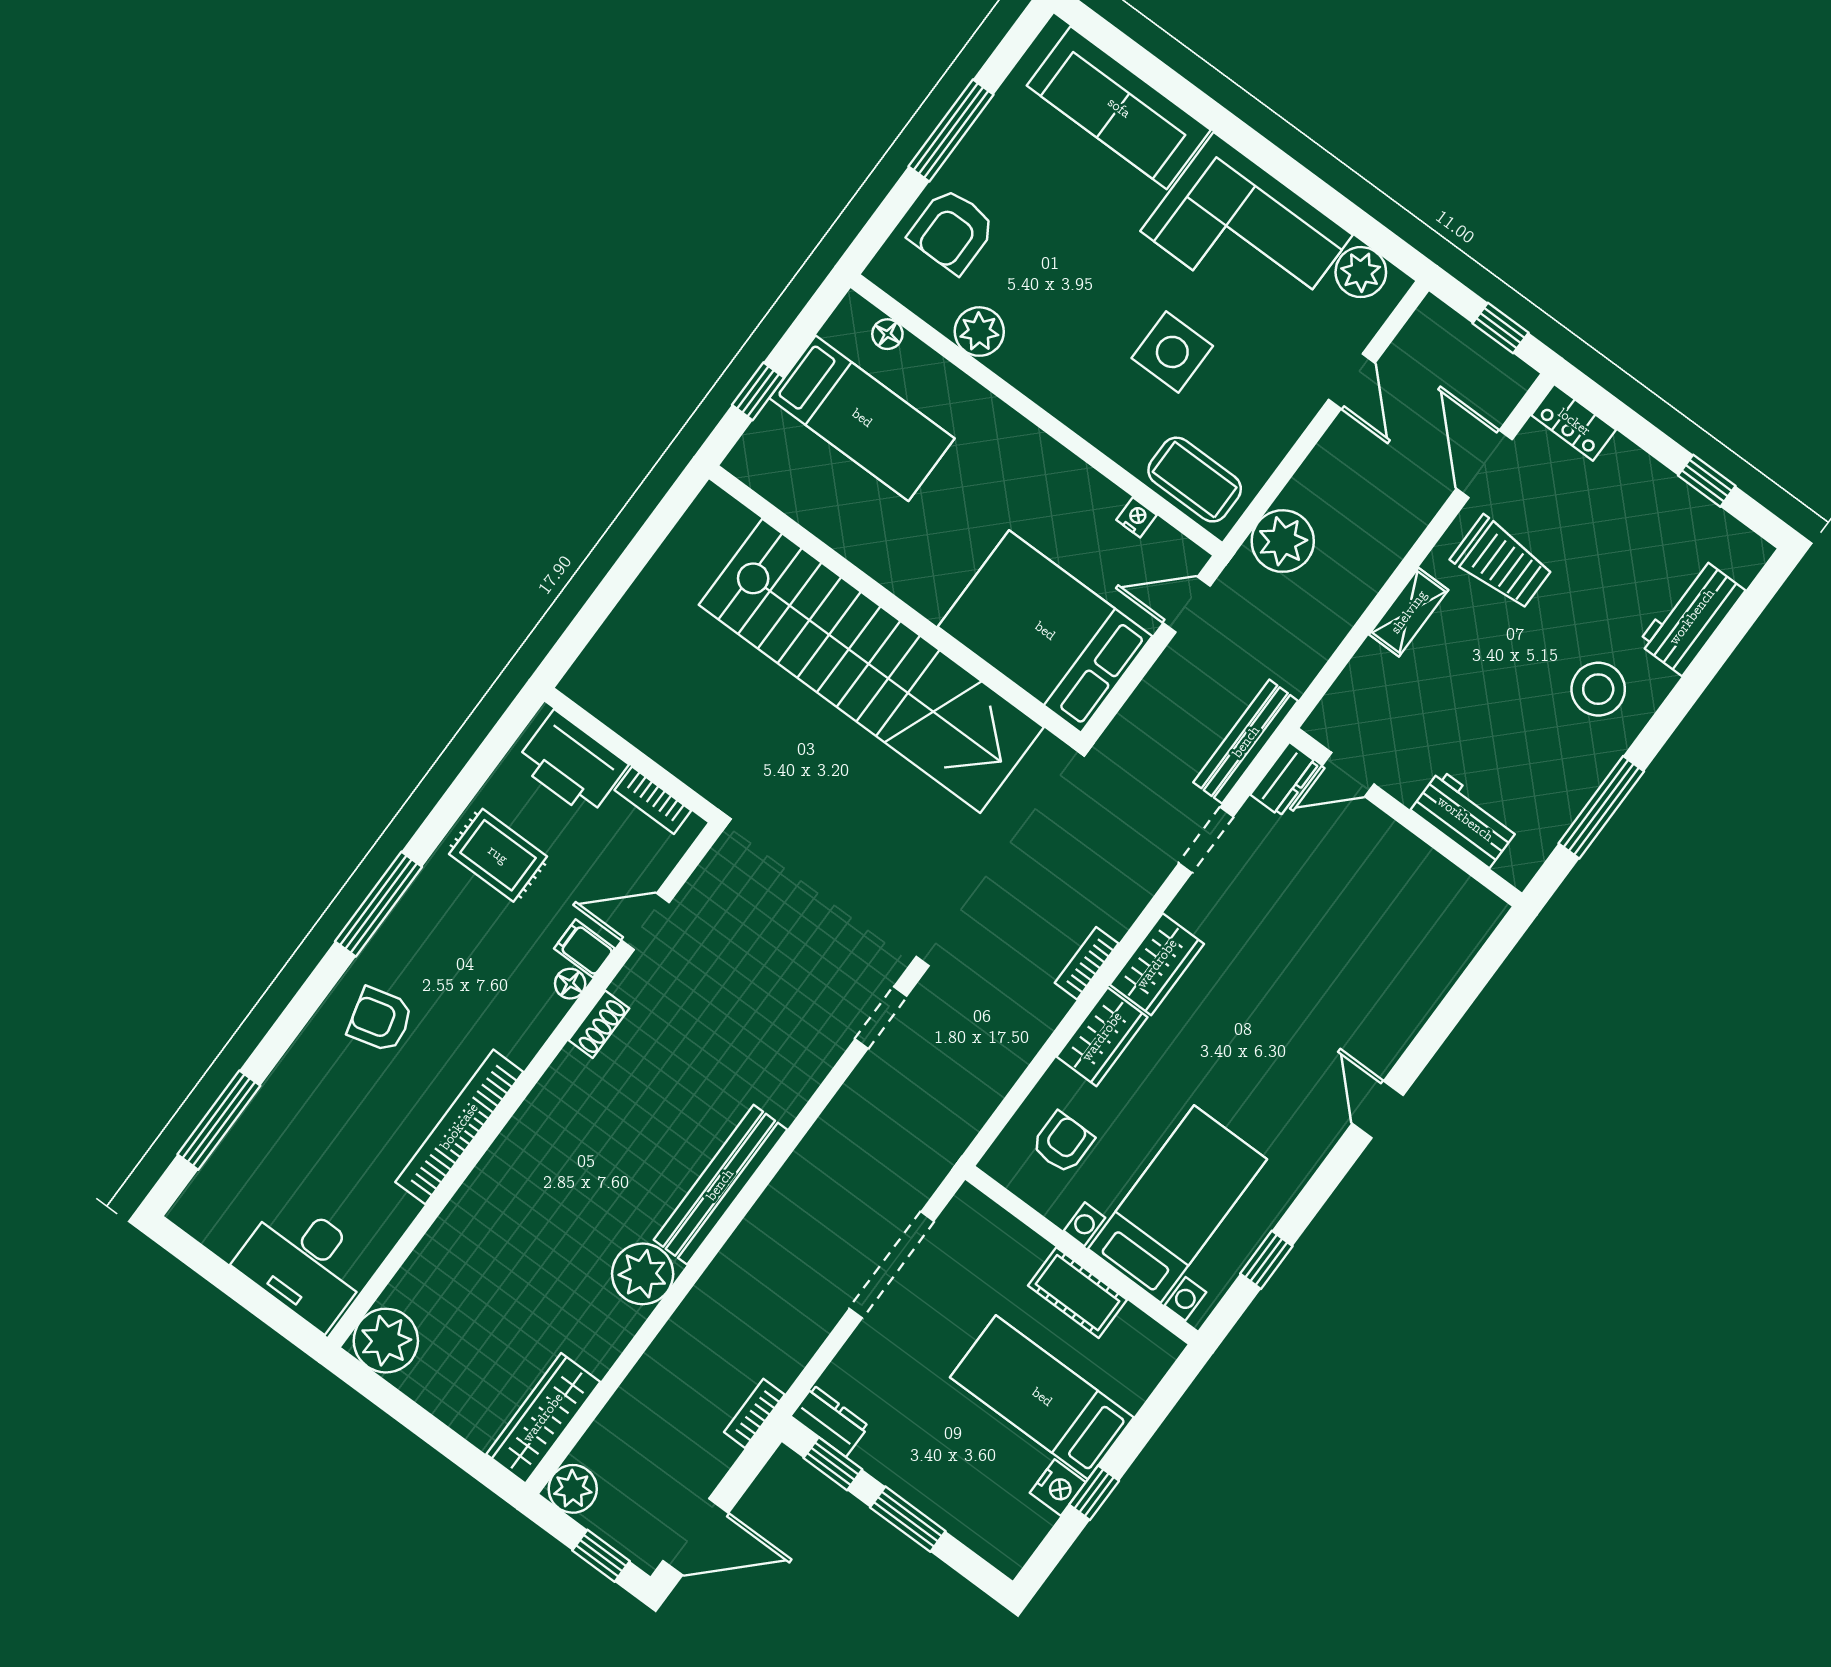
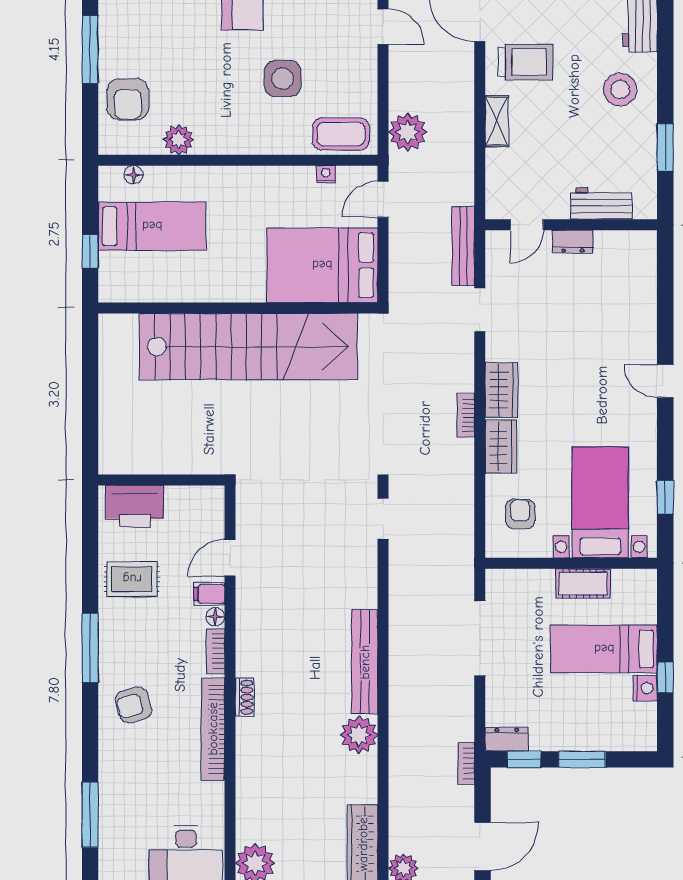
dresser: (1285, 779) -> (573, 241), moved, turned 90
bookcase: (653, 800) -> (215, 651), moved, turned 90
window: (1601, 807) -> (665, 147), width x0.69
shoe rack: (599, 1024) -> (245, 697), moved

